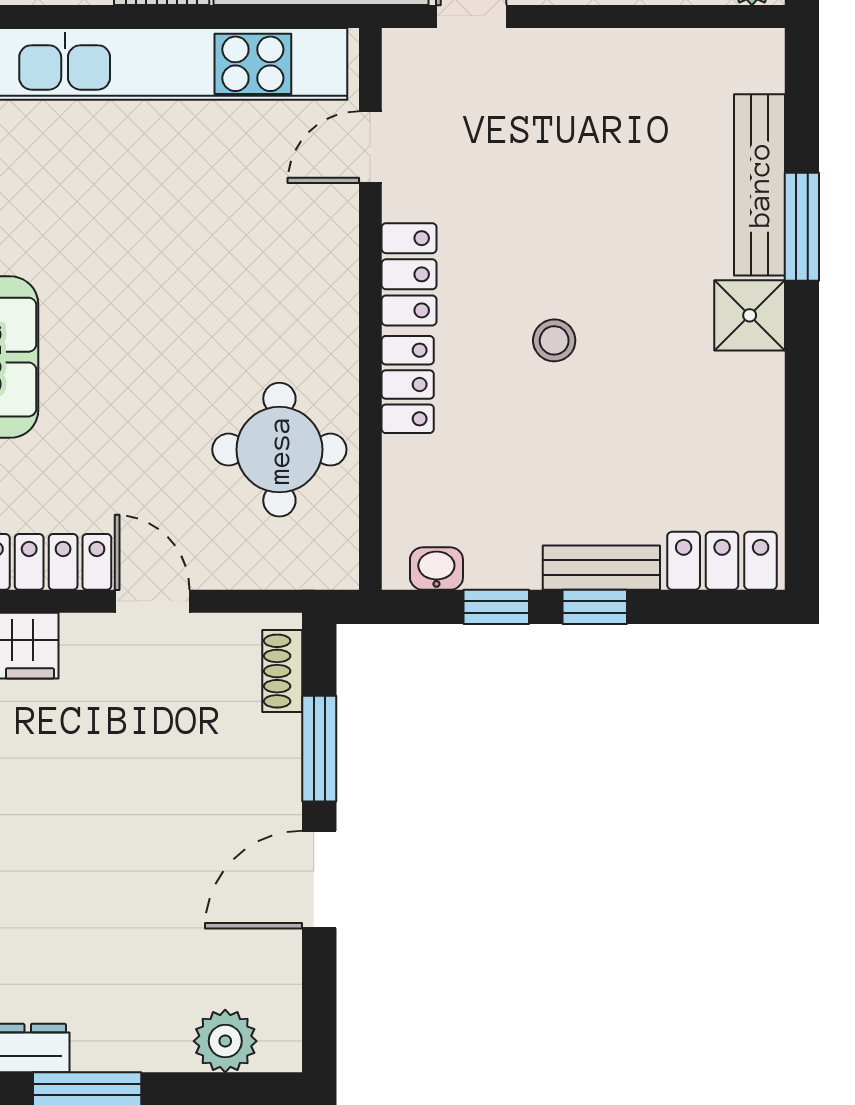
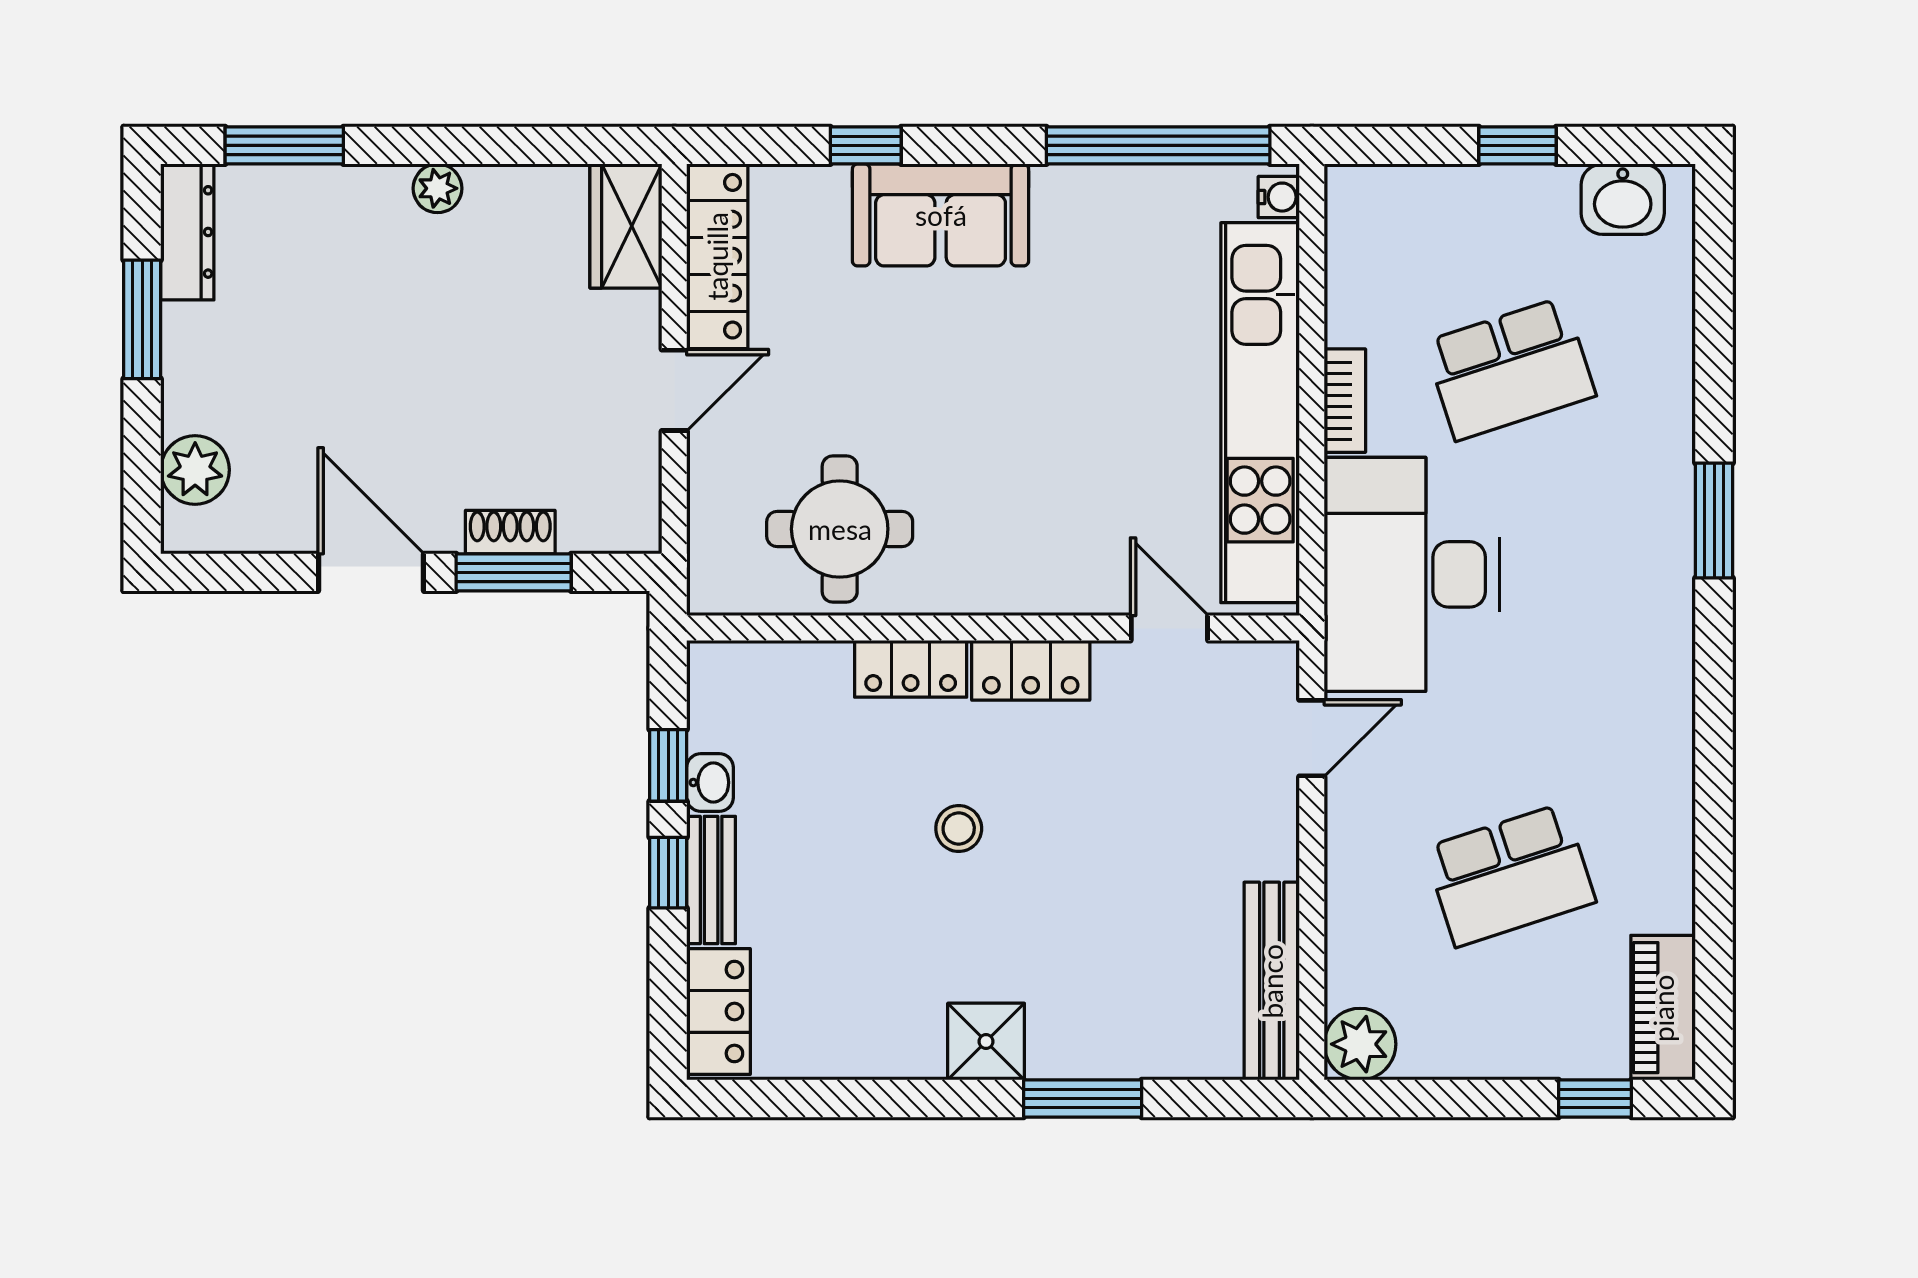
bench: (759, 185) -> (1272, 981), moved, turned 90
washbasin: (436, 569) -> (710, 782), moved
shoe rack: (282, 671) -> (510, 532), moved

